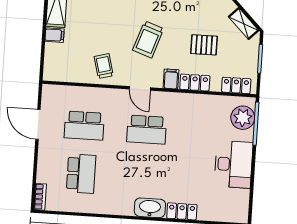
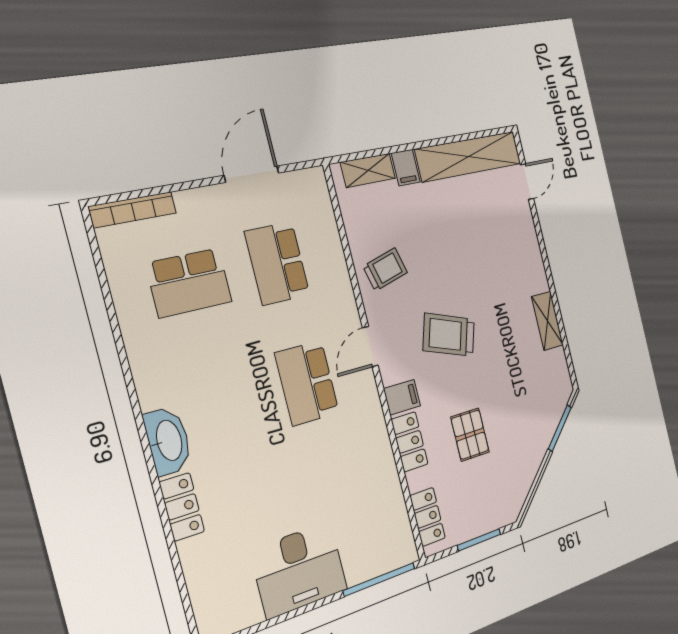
shelving: (244, 24) -> (368, 170), moved, turned 45
plant: (243, 118) -> (381, 552), removed
bookcase: (40, 197) -> (133, 210), width x1.56

